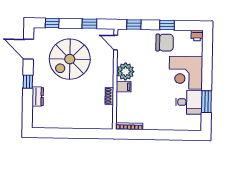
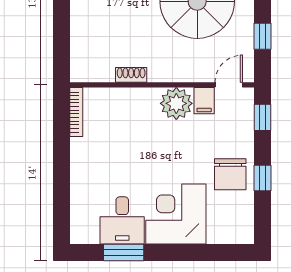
printer: (197, 36) -> (244, 233), removed
filing cabinet: (124, 87) -> (204, 101), moved

